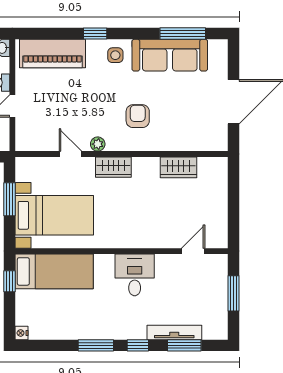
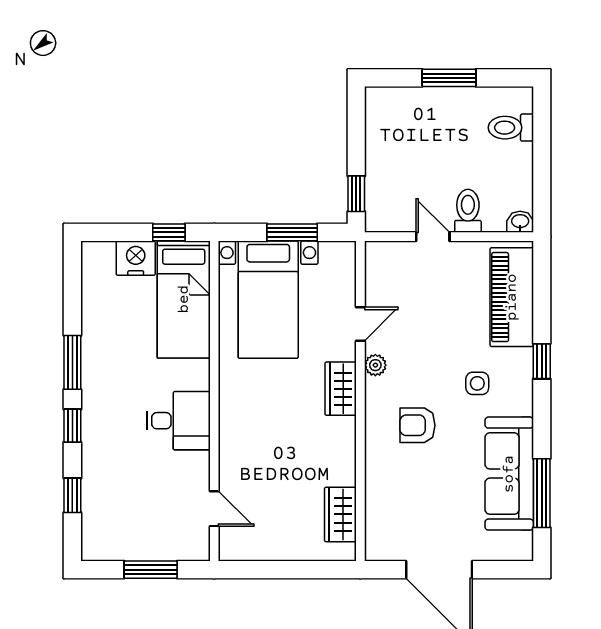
side table: (115, 55) -> (477, 383), moved
armchair: (138, 116) -> (417, 425), turned 180
wardrobe: (178, 167) -> (340, 514), moved
tv unit: (174, 332) -> (92, 480), removed
nightstand: (22, 333) -> (136, 258), moved, width x1.89, depth x1.79
window: (184, 345) -> (72, 495), width x0.67

